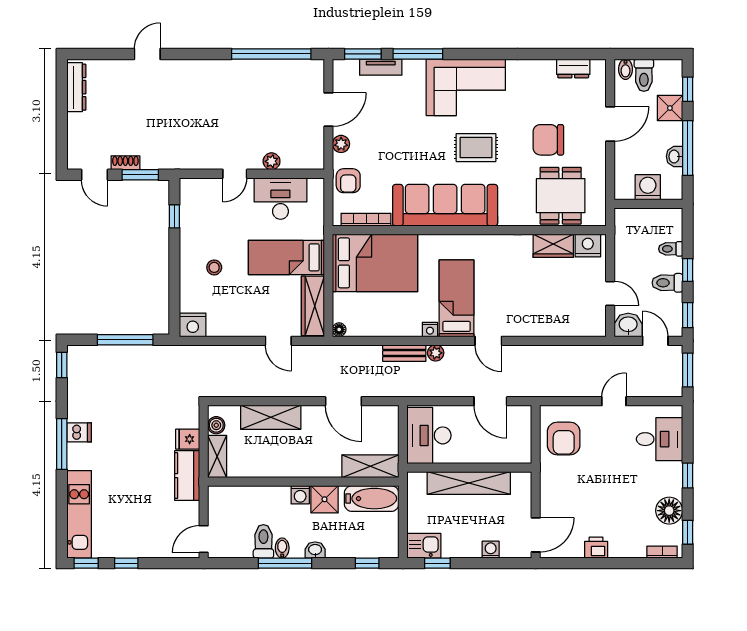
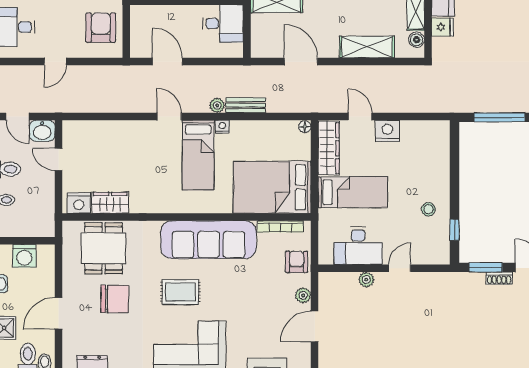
stool: (214, 267) -> (428, 209), moved
nightstand: (193, 325) -> (387, 131), moved
desk: (429, 435) -> (223, 23), width x0.73

